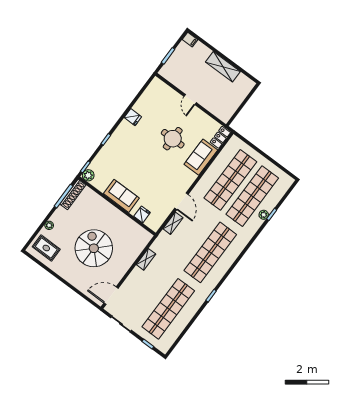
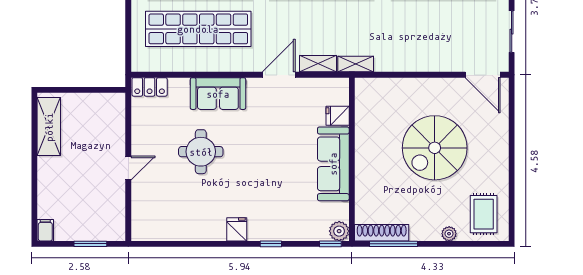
shelving: (223, 67) -> (49, 127), moved
fridge: (133, 117) -> (237, 229), moved
sofa: (201, 157) -> (218, 94), moved
sofa: (121, 196) -> (333, 164), width x1.36
shelving: (146, 259) -> (356, 64), moved

